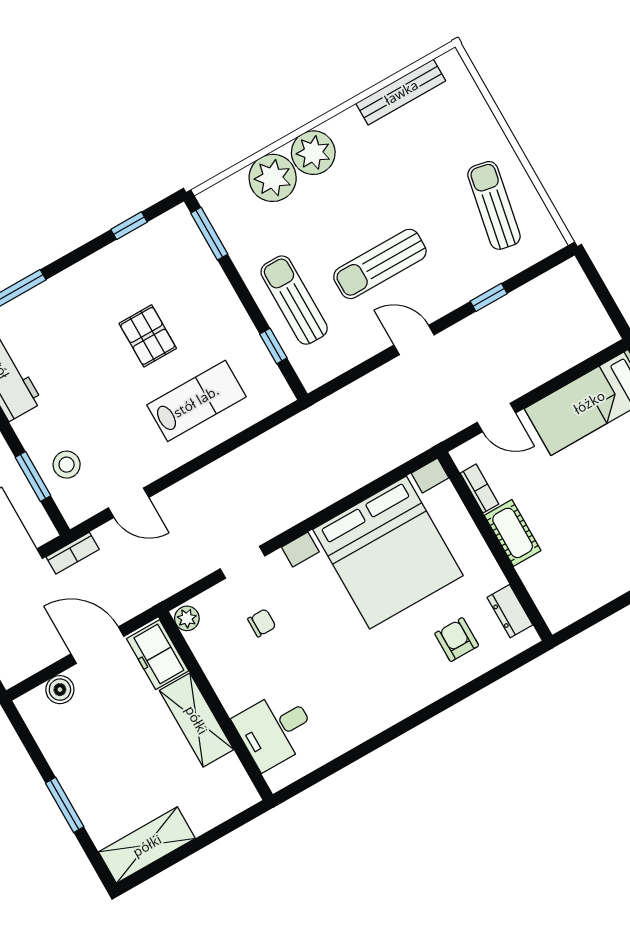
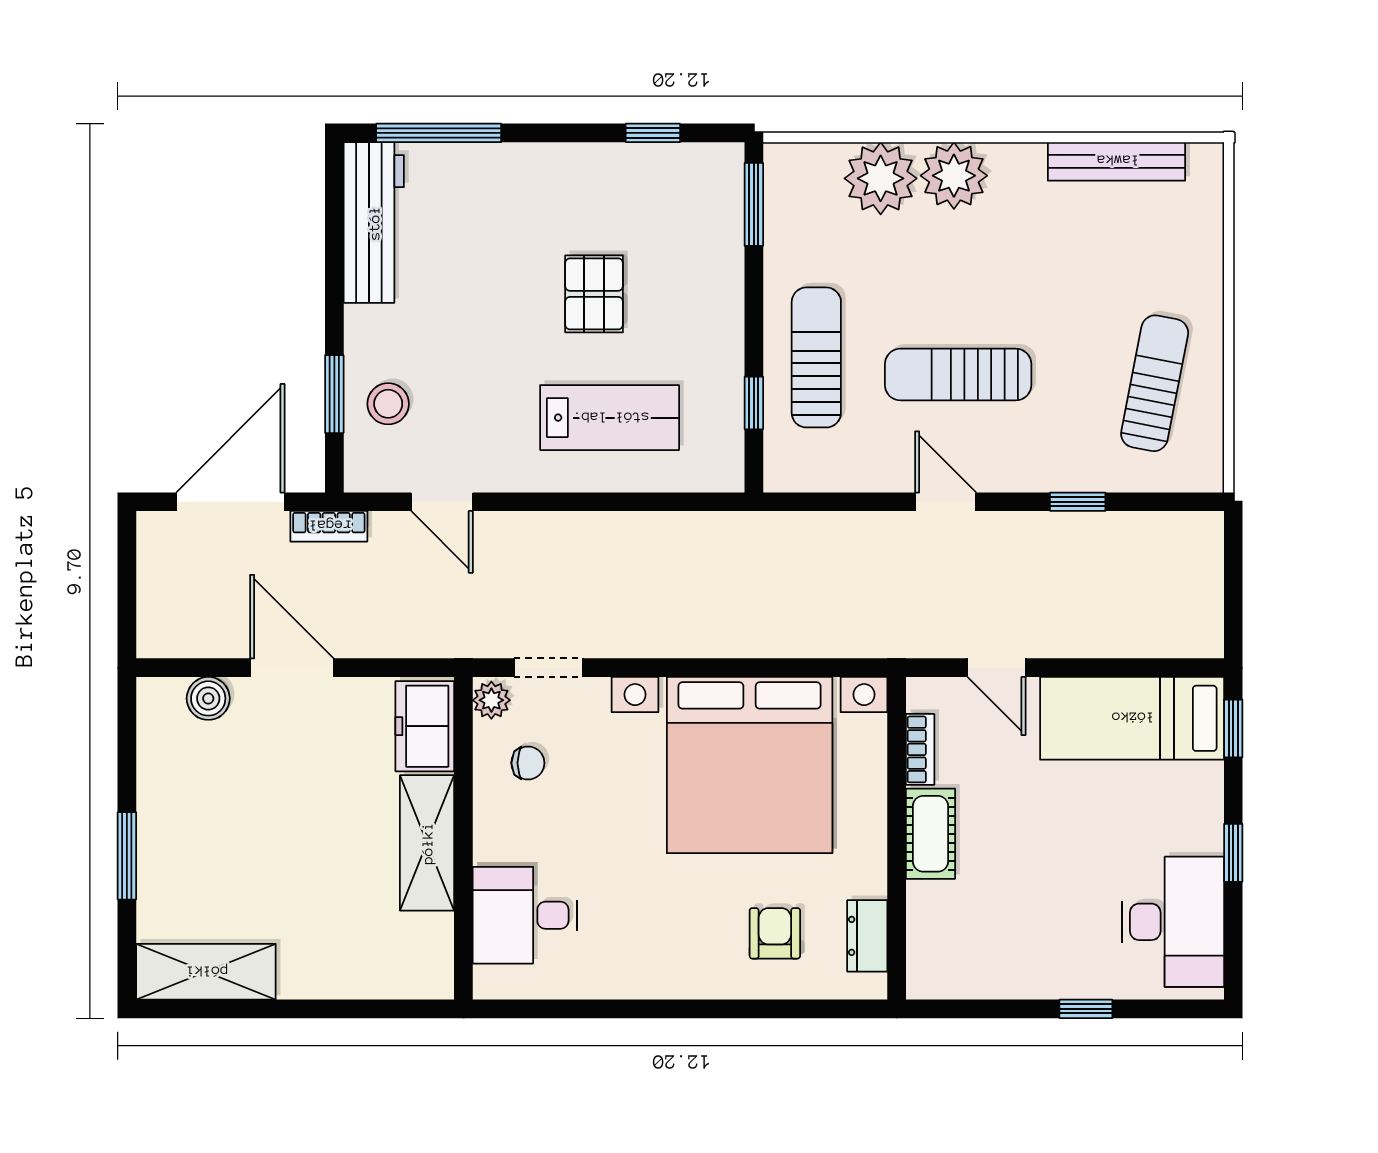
plant: (187, 618) -> (491, 700), moved
freezer: (158, 655) -> (425, 726), moved
wall: (216, 706) -> (463, 838), moved
shelving: (197, 720) -> (427, 843), moved
desk: (275, 729) -> (525, 915), moved

